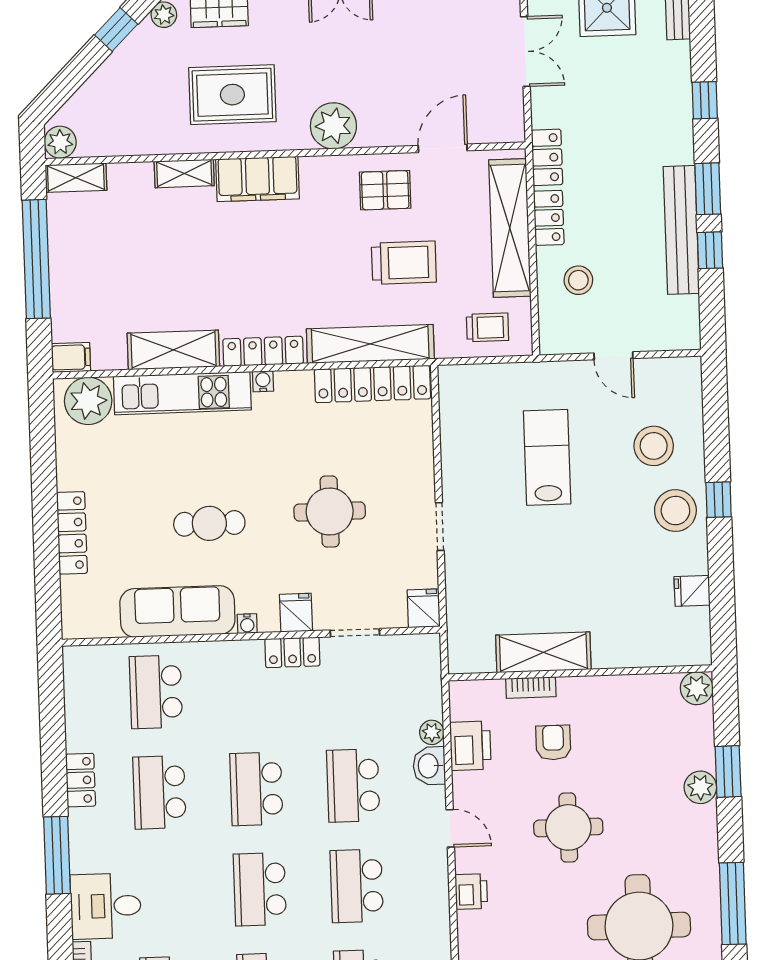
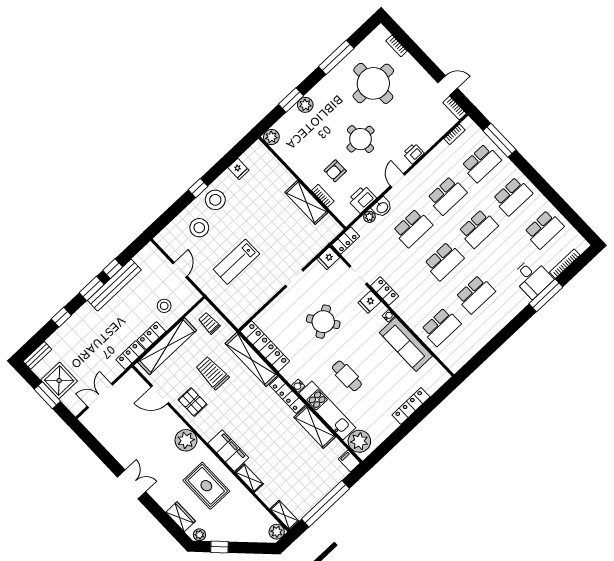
round table: (330, 511) -> (323, 322), turned -34
cafe table: (209, 523) -> (347, 376), moved
locker: (81, 780) -> (346, 241), moved, turned 180
window: (57, 855) -> (546, 295), moved

